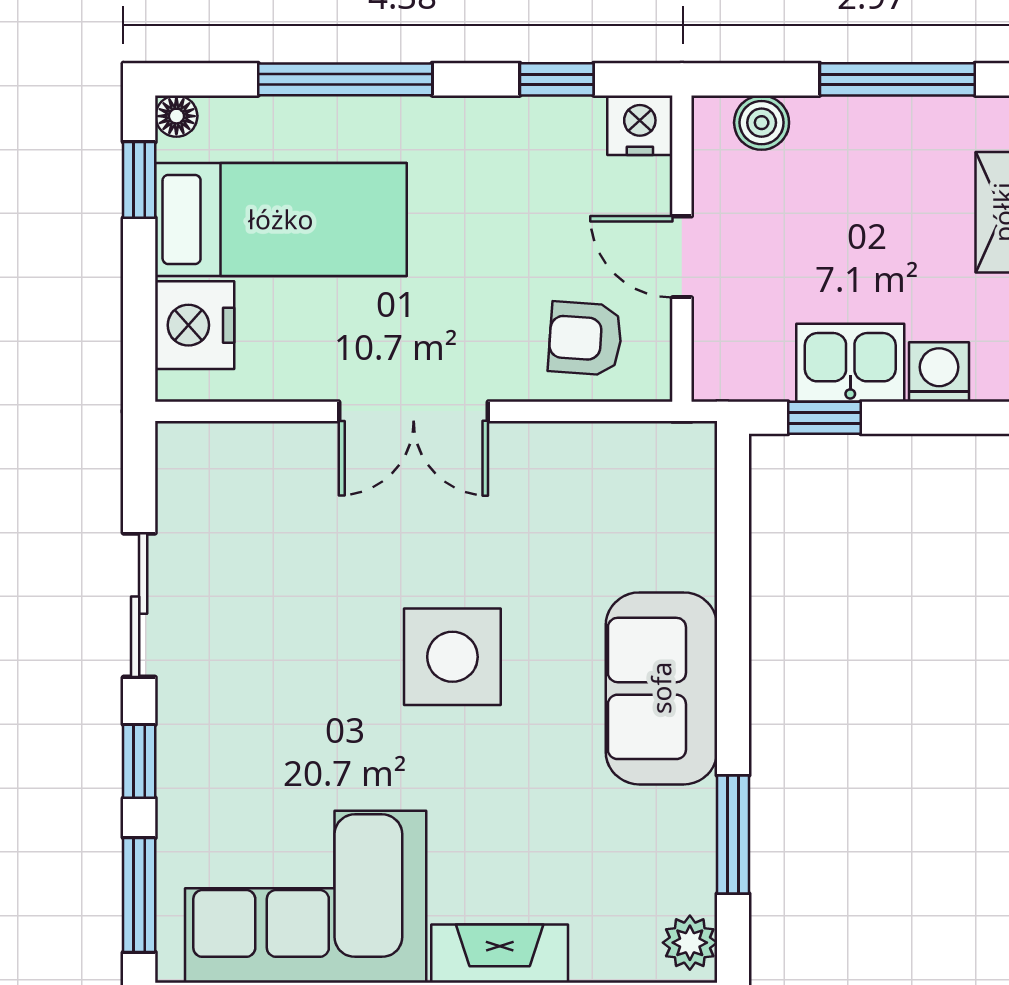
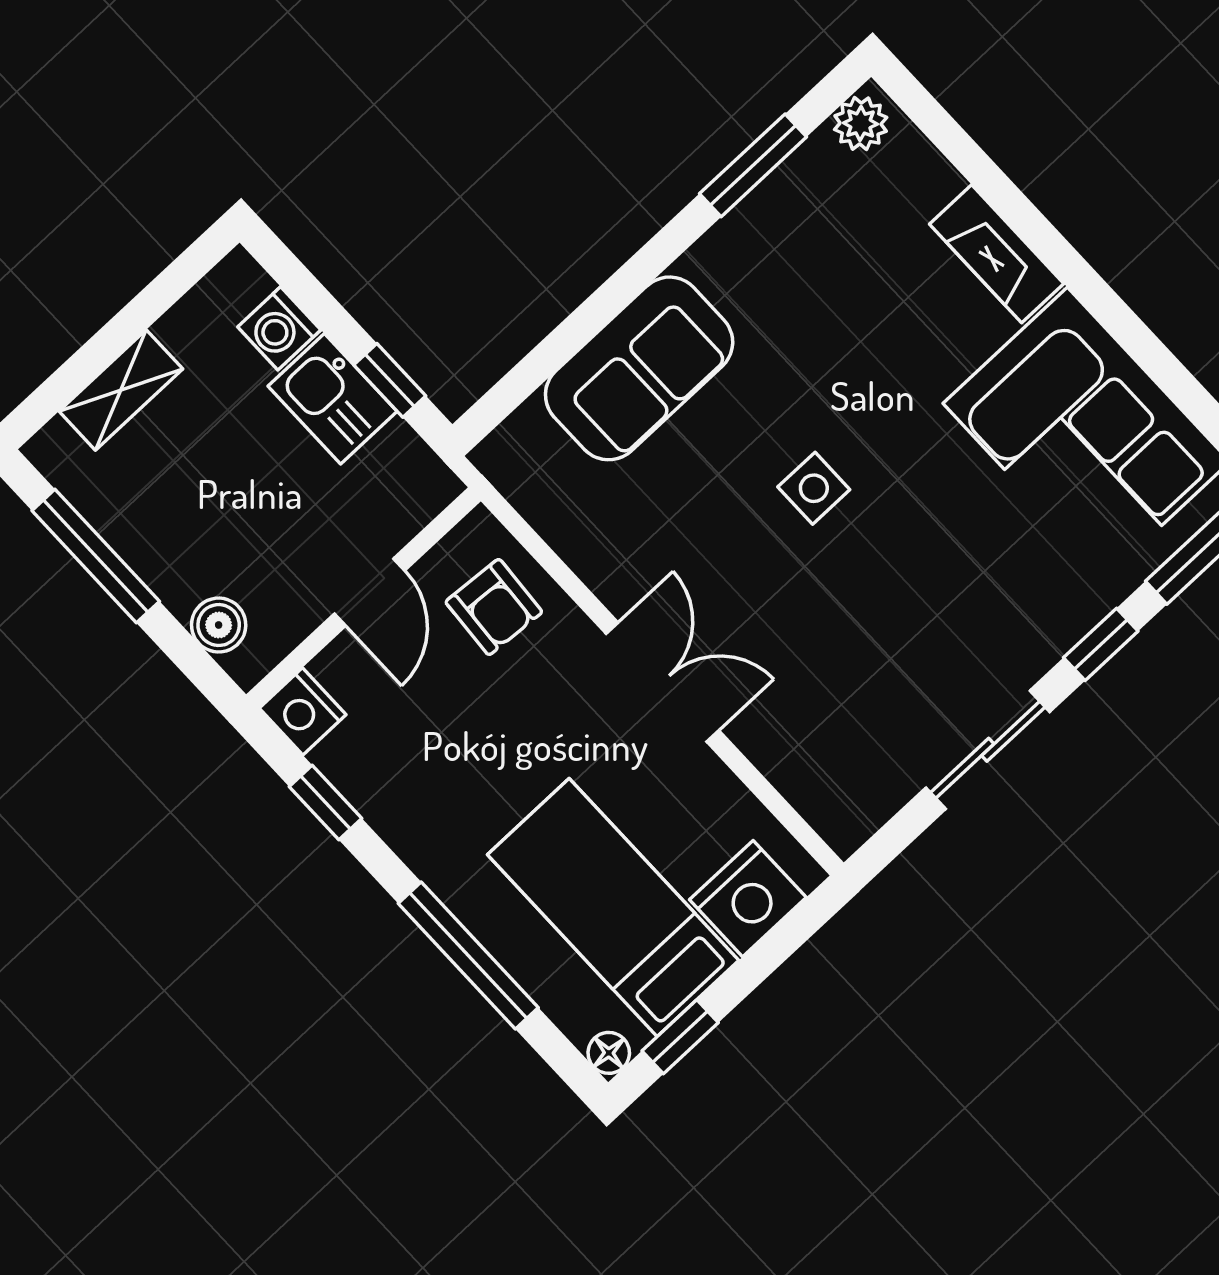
side table: (452, 657) -> (814, 488), width x0.54, depth x0.54
sofa: (661, 688) -> (639, 368), moved

